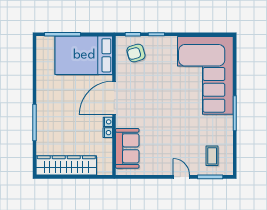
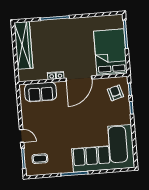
door: (114, 98) -> (79, 79), swing flipped
door: (181, 177) -> (22, 136), hinge flipped

